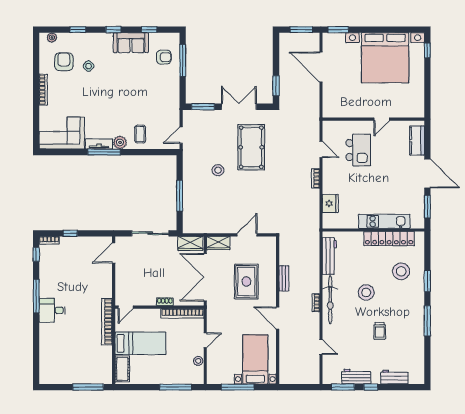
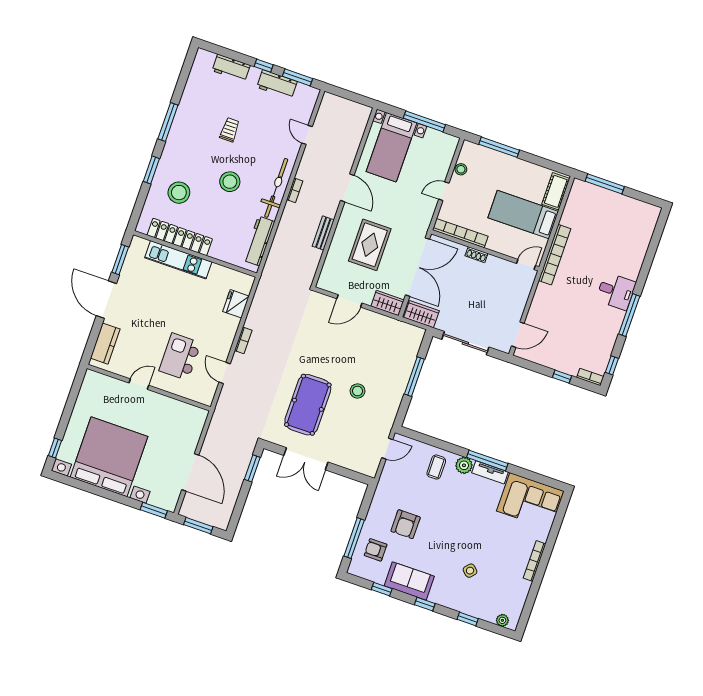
armchair: (64, 62) -> (406, 524), moved
window: (203, 107) -> (349, 474), removed

